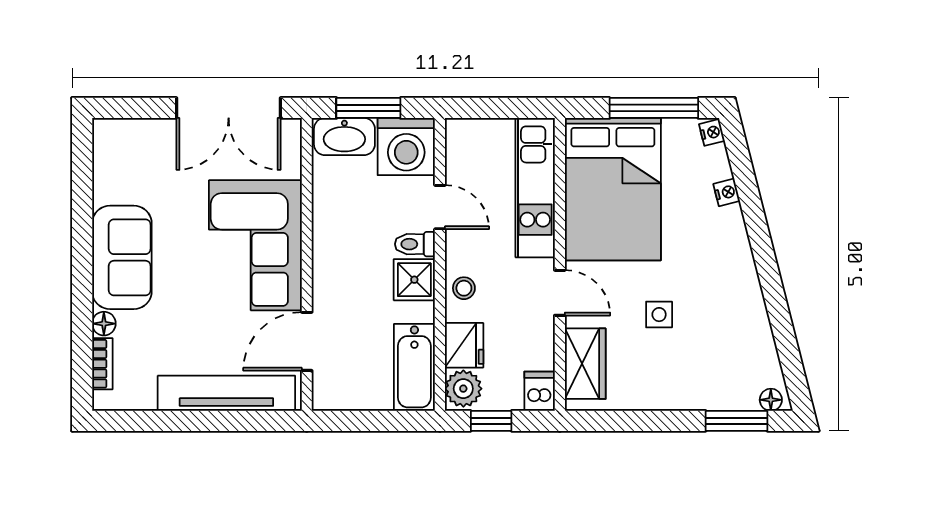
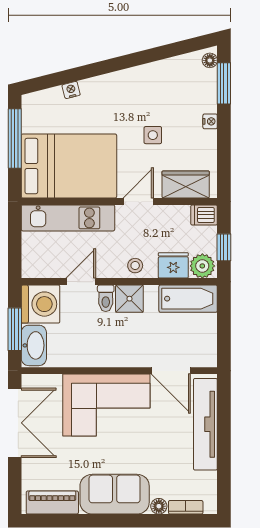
nightstand: (712, 132) -> (210, 121), moved, turned 104
piano: (109, 164) -> (52, 502), added

